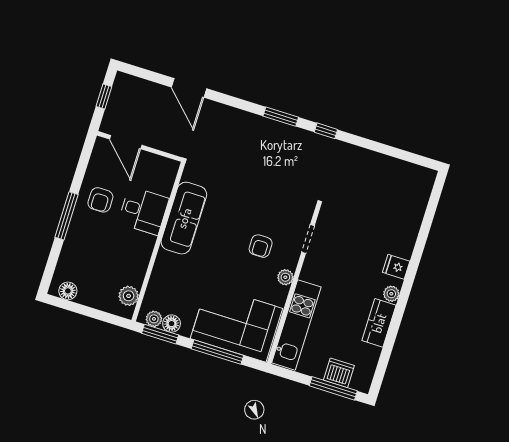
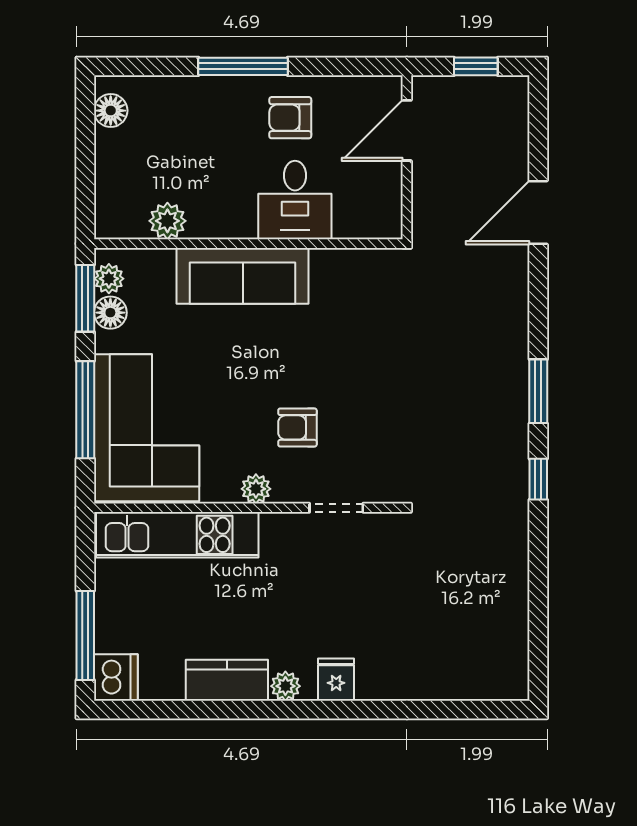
sofa: (184, 218) -> (243, 276), moved
plant: (129, 296) -> (167, 221), moved
dishwasher: (339, 373) -> (116, 677), moved

